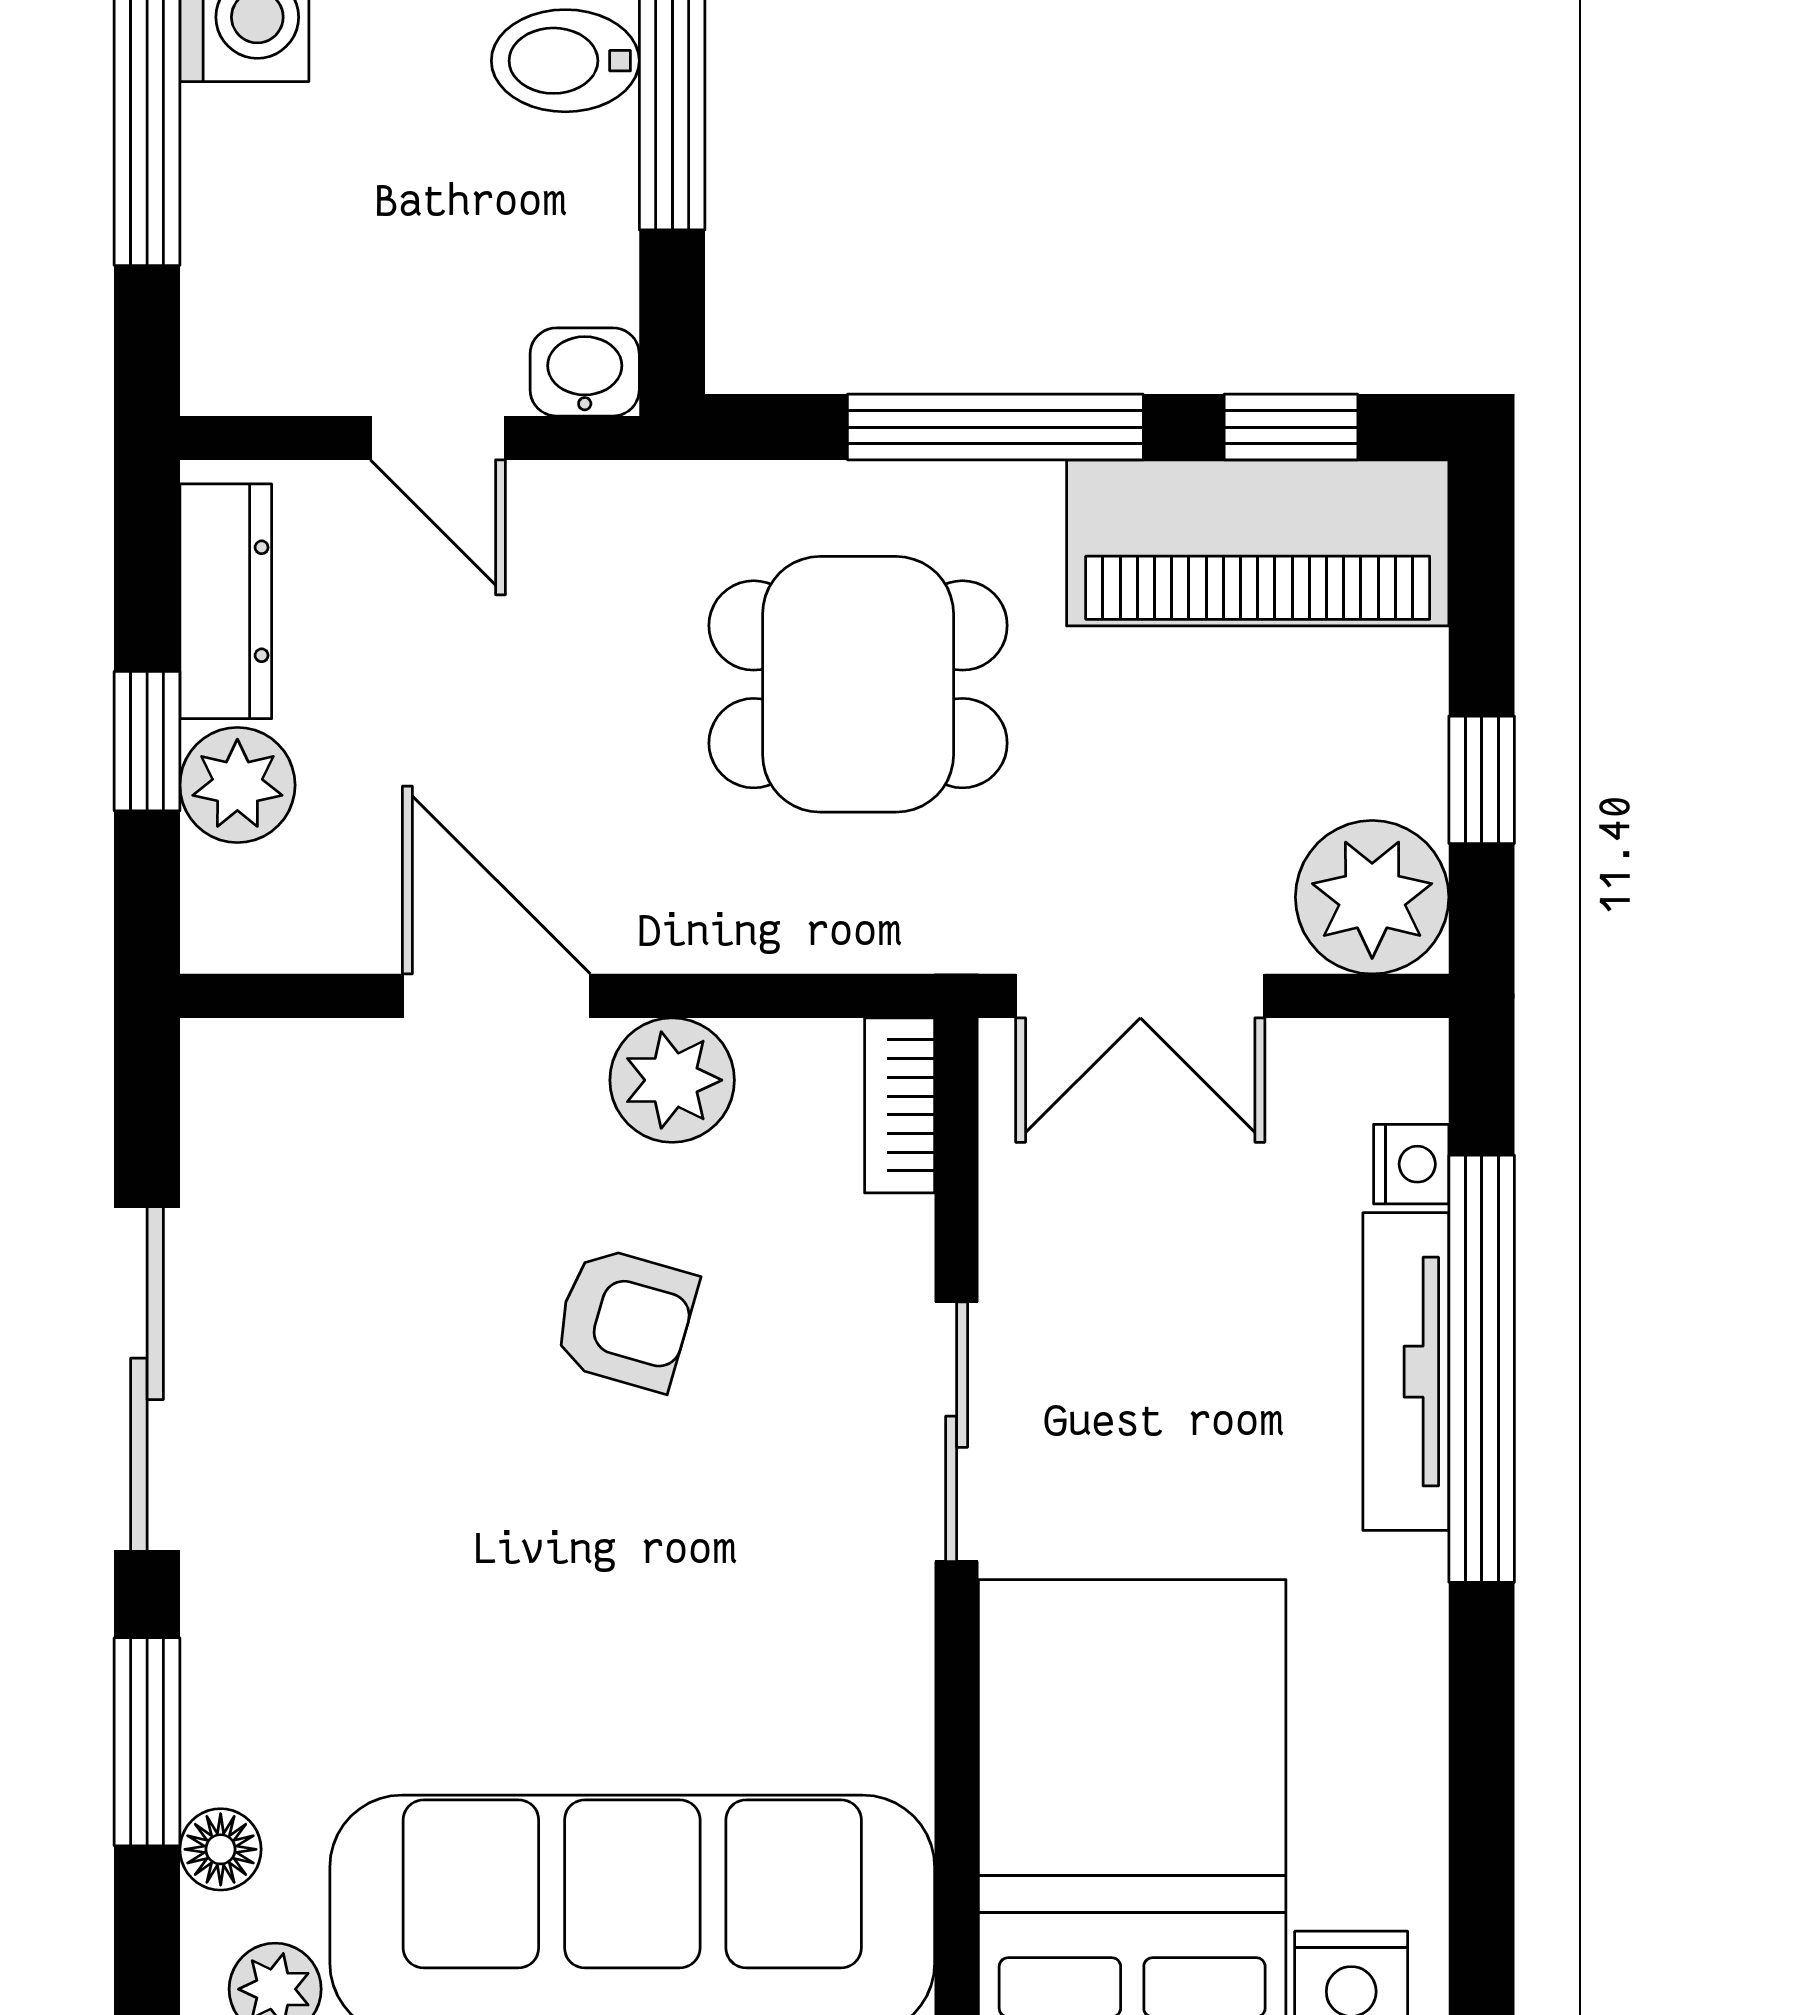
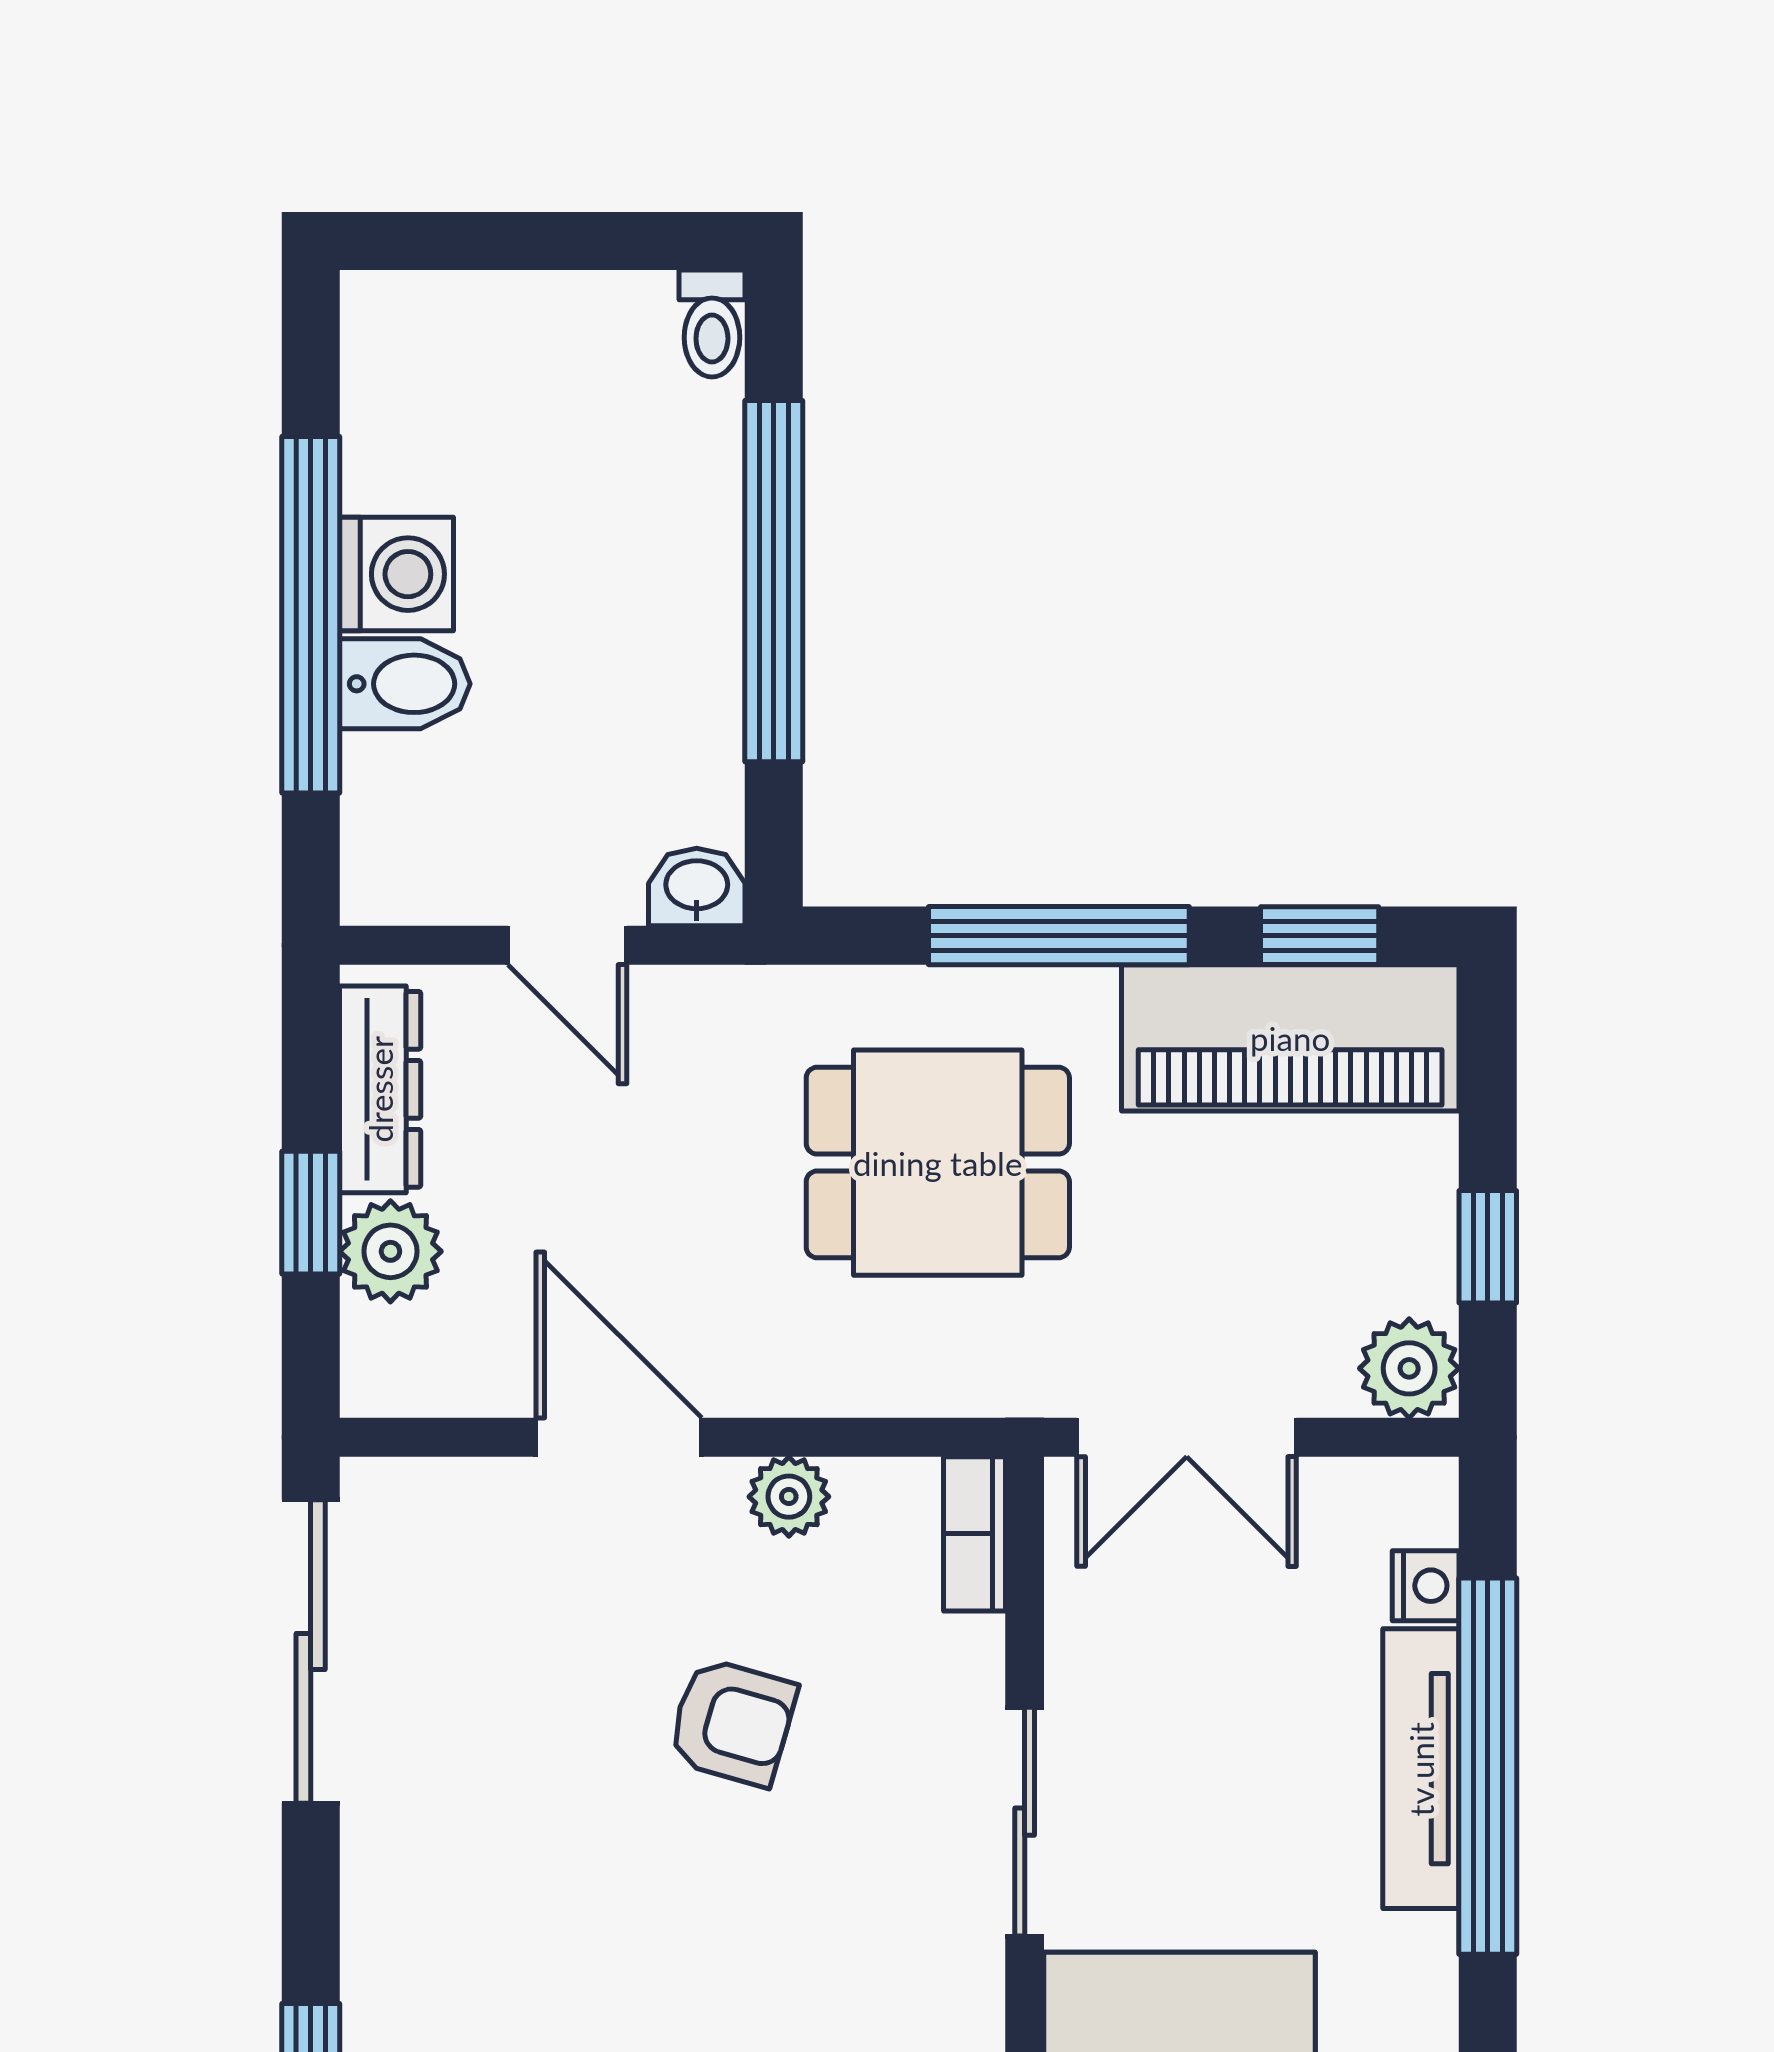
bidet: (565, 61) -> (405, 684), moved, turned 180
plant: (1372, 897) -> (1409, 1368), width x0.73, depth x0.73
plant: (672, 1080) -> (789, 1497), width x0.73, depth x0.73
sliding door: (147, 1379) -> (311, 1652), moved

